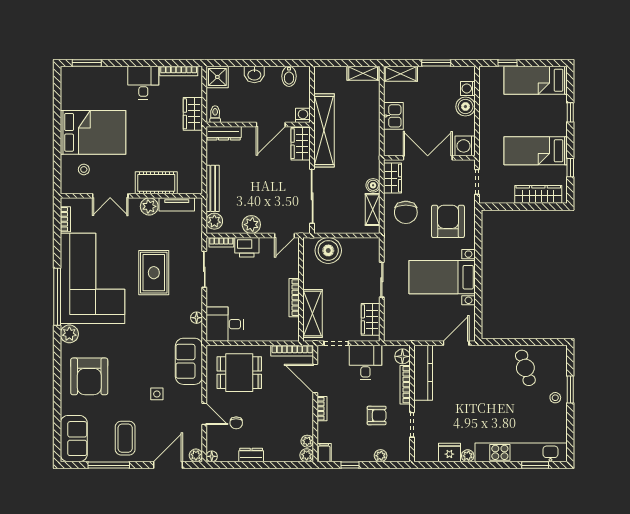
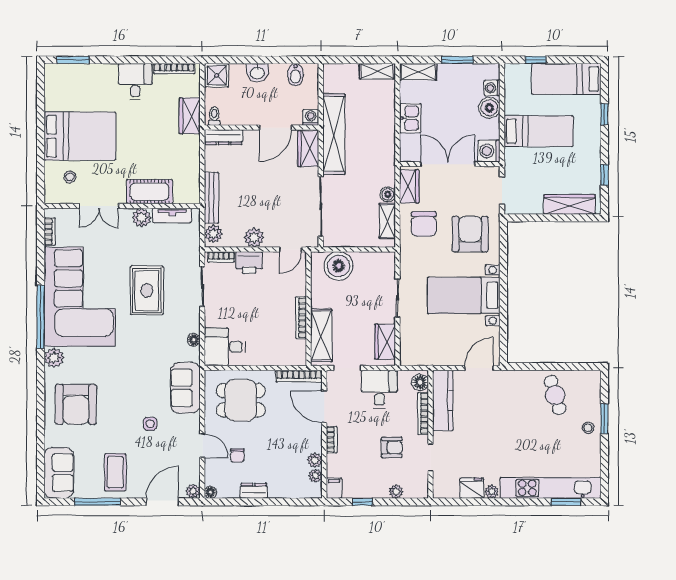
bed: (536, 151) -> (539, 131), moved, turned 180
plant: (307, 455) -> (315, 460), moved

